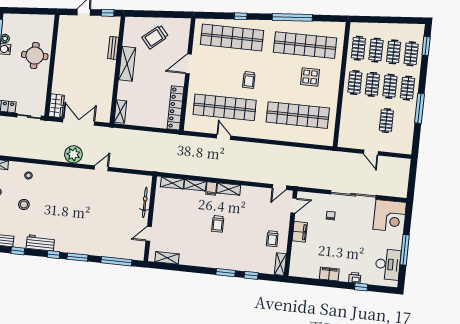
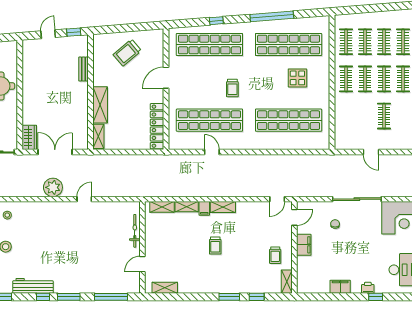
shelving: (127, 64) -> (100, 105), moved
workbench: (40, 243) -> (33, 286), width x1.38

